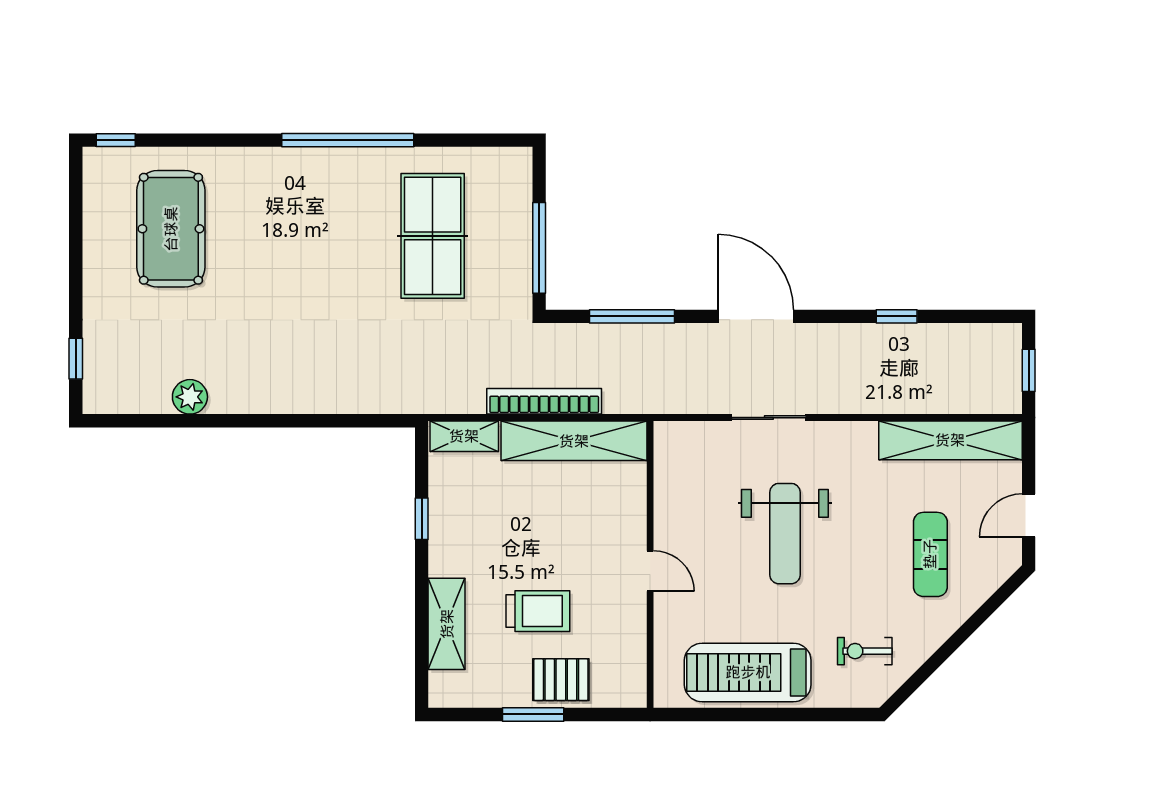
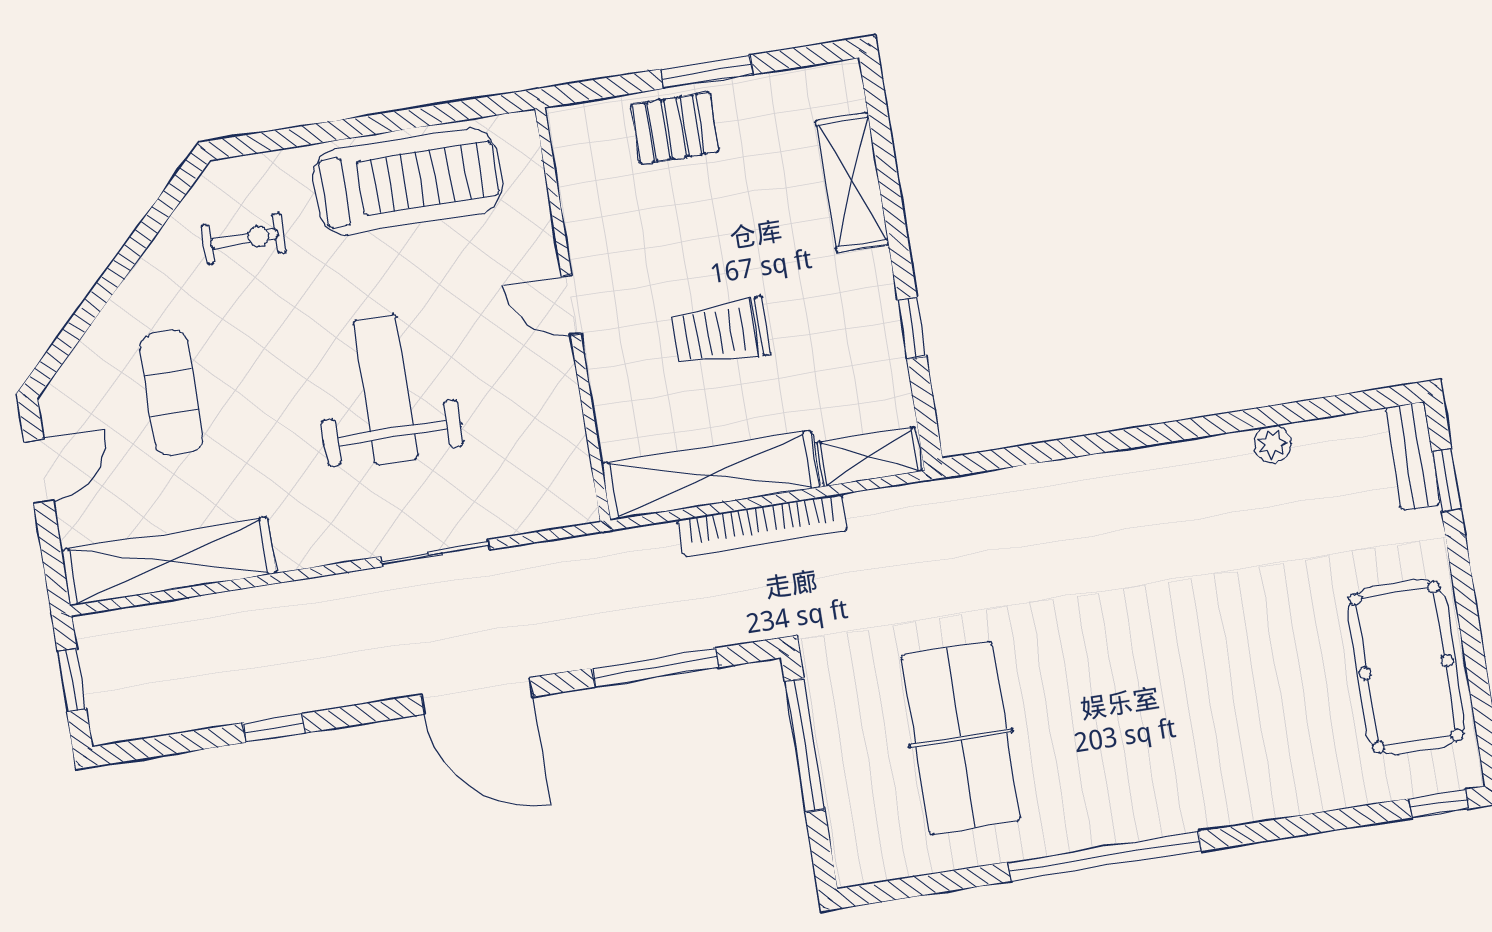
pool table: (171, 229) -> (1406, 667), moved
bench: (96, 378) -> (1413, 456), added
plant: (190, 397) -> (1272, 444), width x0.73, depth x0.73
trolley: (538, 611) -> (721, 332), moved

